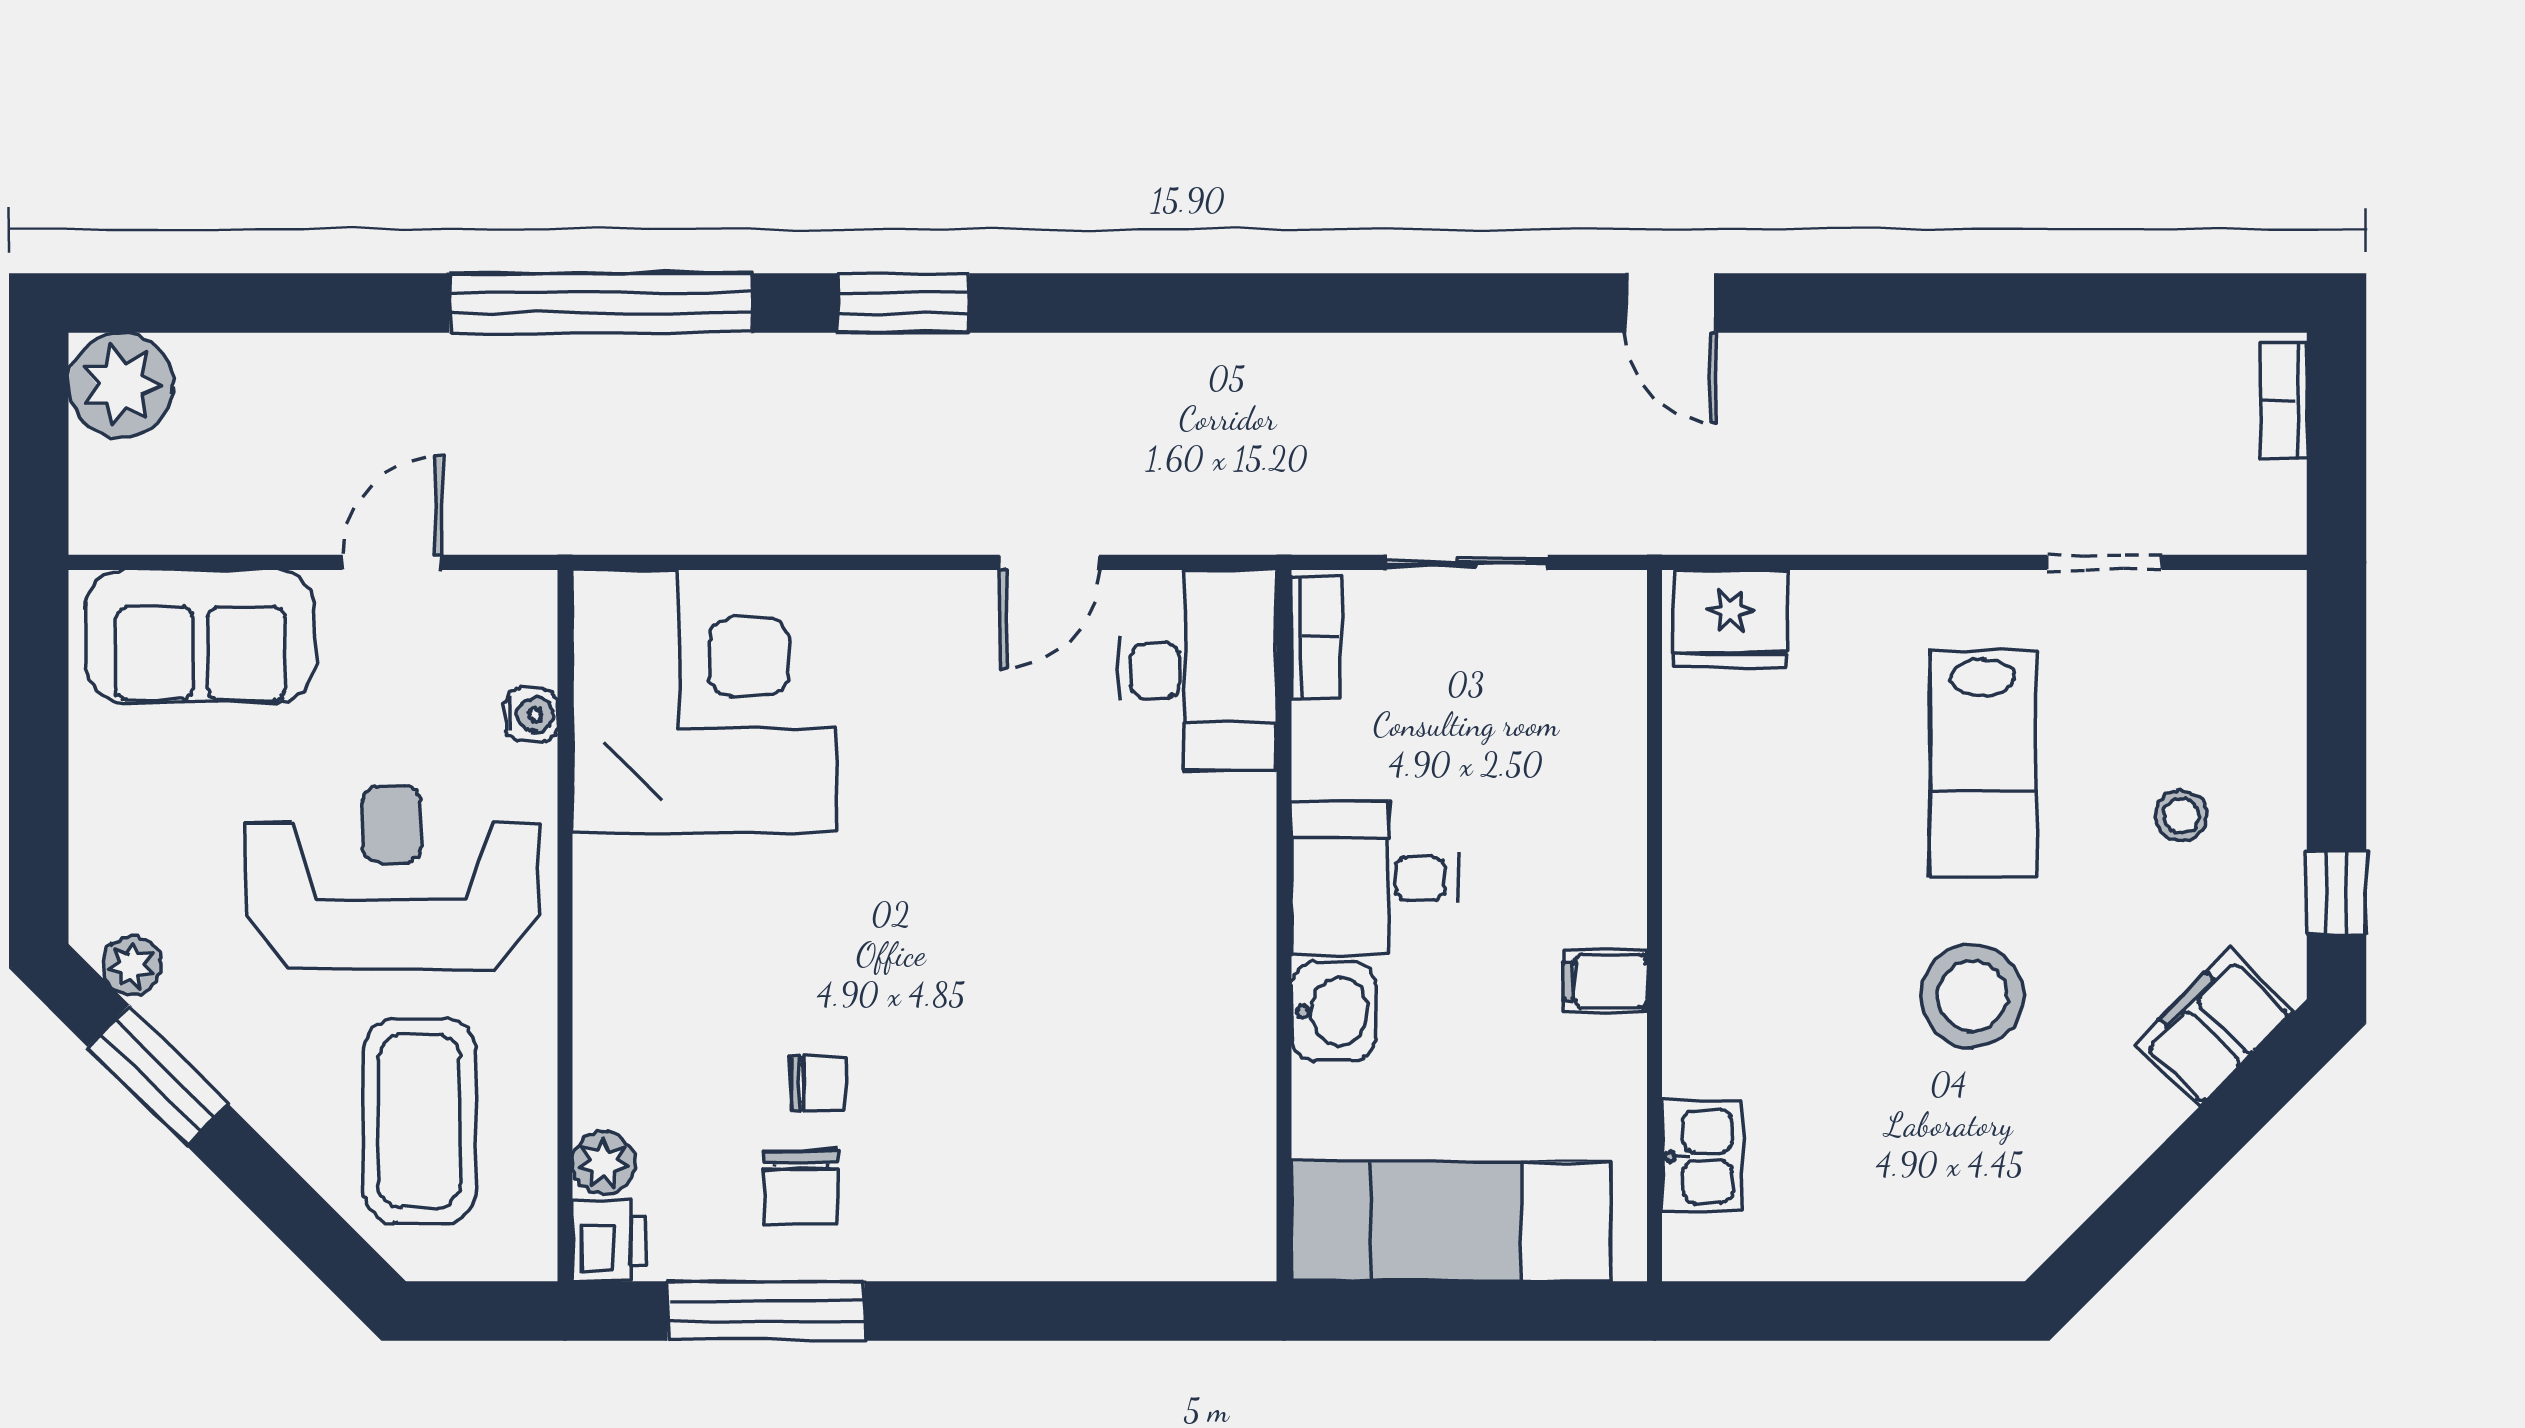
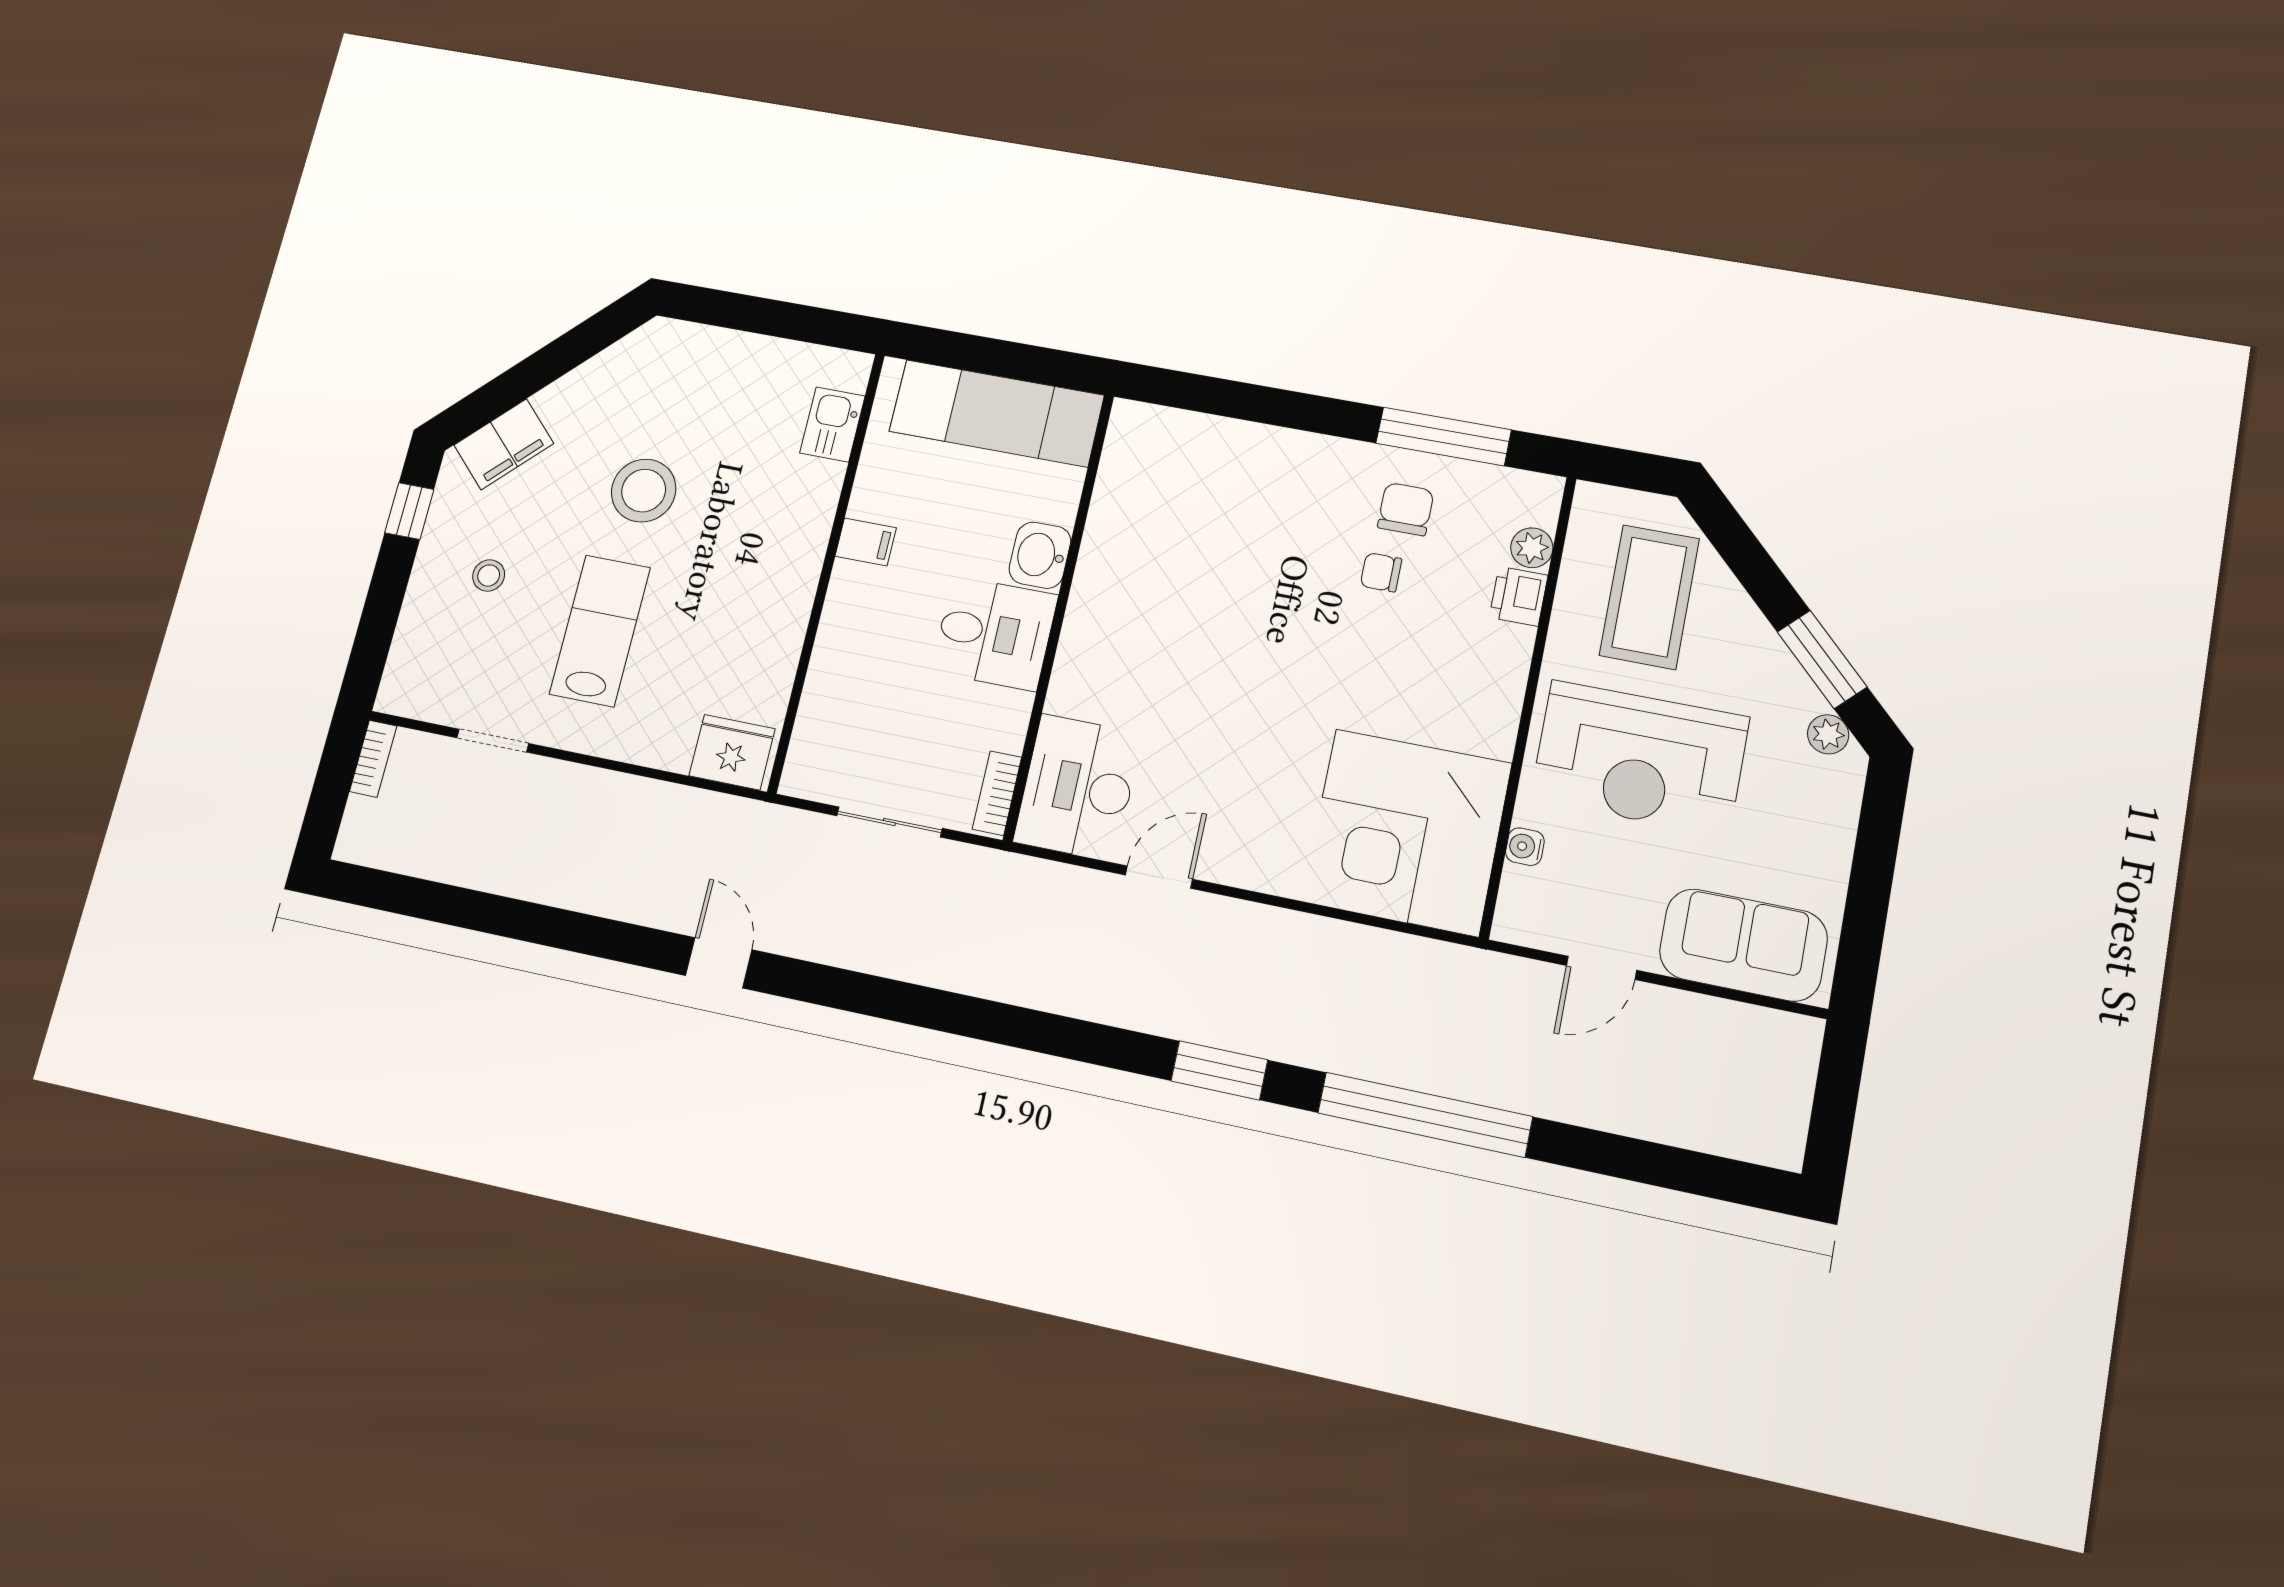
plant: (121, 385) -> (1770, 1129), removed
bookcase: (2284, 400) -> (373, 759), moved
printer: (609, 1241) -> (1519, 596), moved

